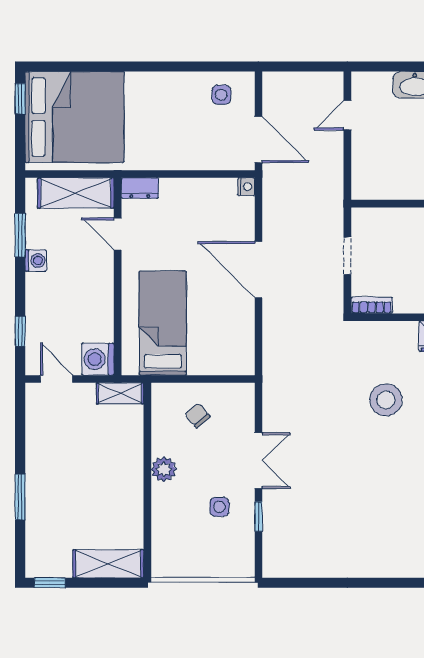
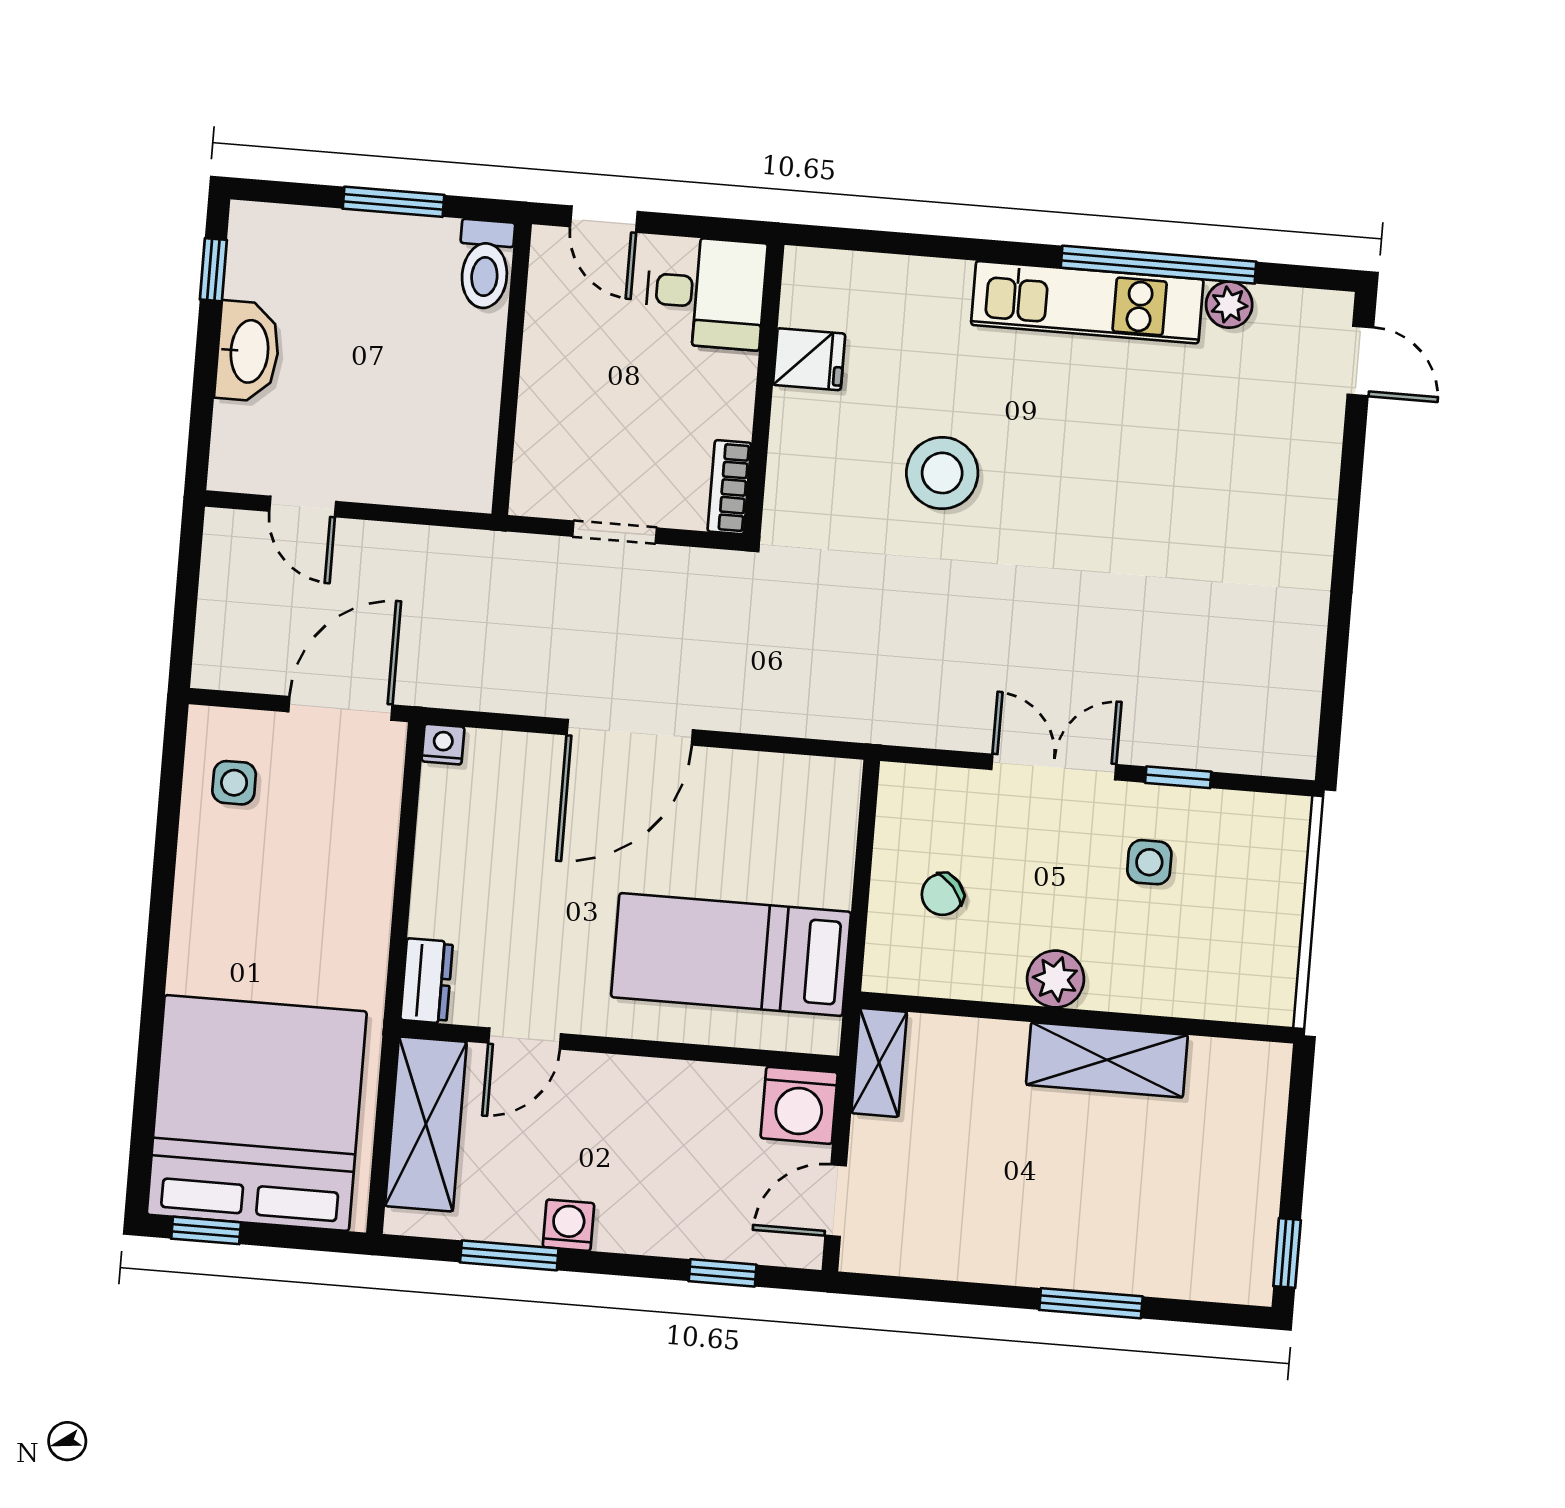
shelving: (108, 564) -> (1107, 1060), moved, turned 90

